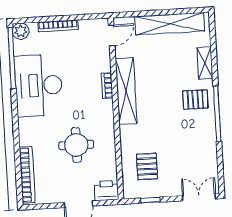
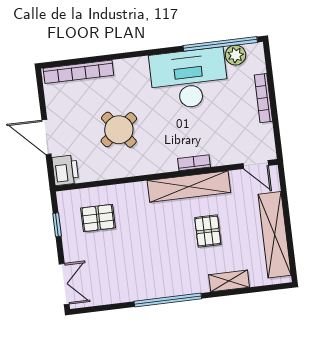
plant: (21, 31) -> (236, 55), moved
pallet: (195, 99) -> (208, 231), moved
round table: (76, 145) -> (119, 130), turned -37

